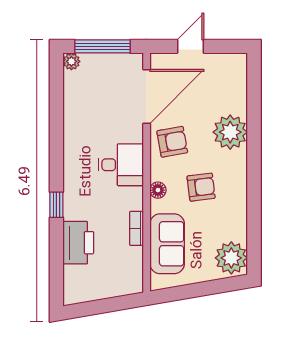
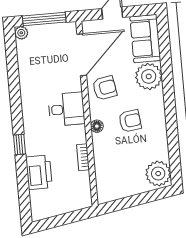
sofa: (167, 244) -> (145, 39), moved, turned 180

